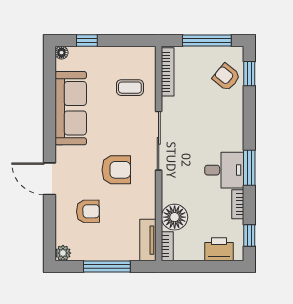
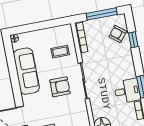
window: (87, 41) -> (28, 28), removed
window: (249, 74) -> (133, 40), moved
armchair: (116, 170) -> (60, 87), moved

